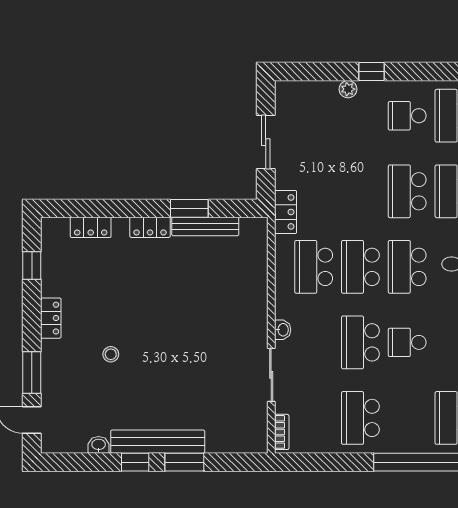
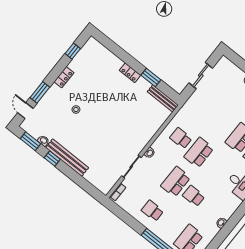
locker: (286, 212) -> (187, 108), removed
locker: (91, 227) -> (107, 55), removed
bench: (205, 227) -> (163, 98), moved
school desk: (314, 267) -> (181, 138), width x0.54
school desk: (407, 267) -> (217, 167), removed
school desk: (360, 418) -> (152, 211), width x0.54
window: (184, 462) -> (30, 141), moved

